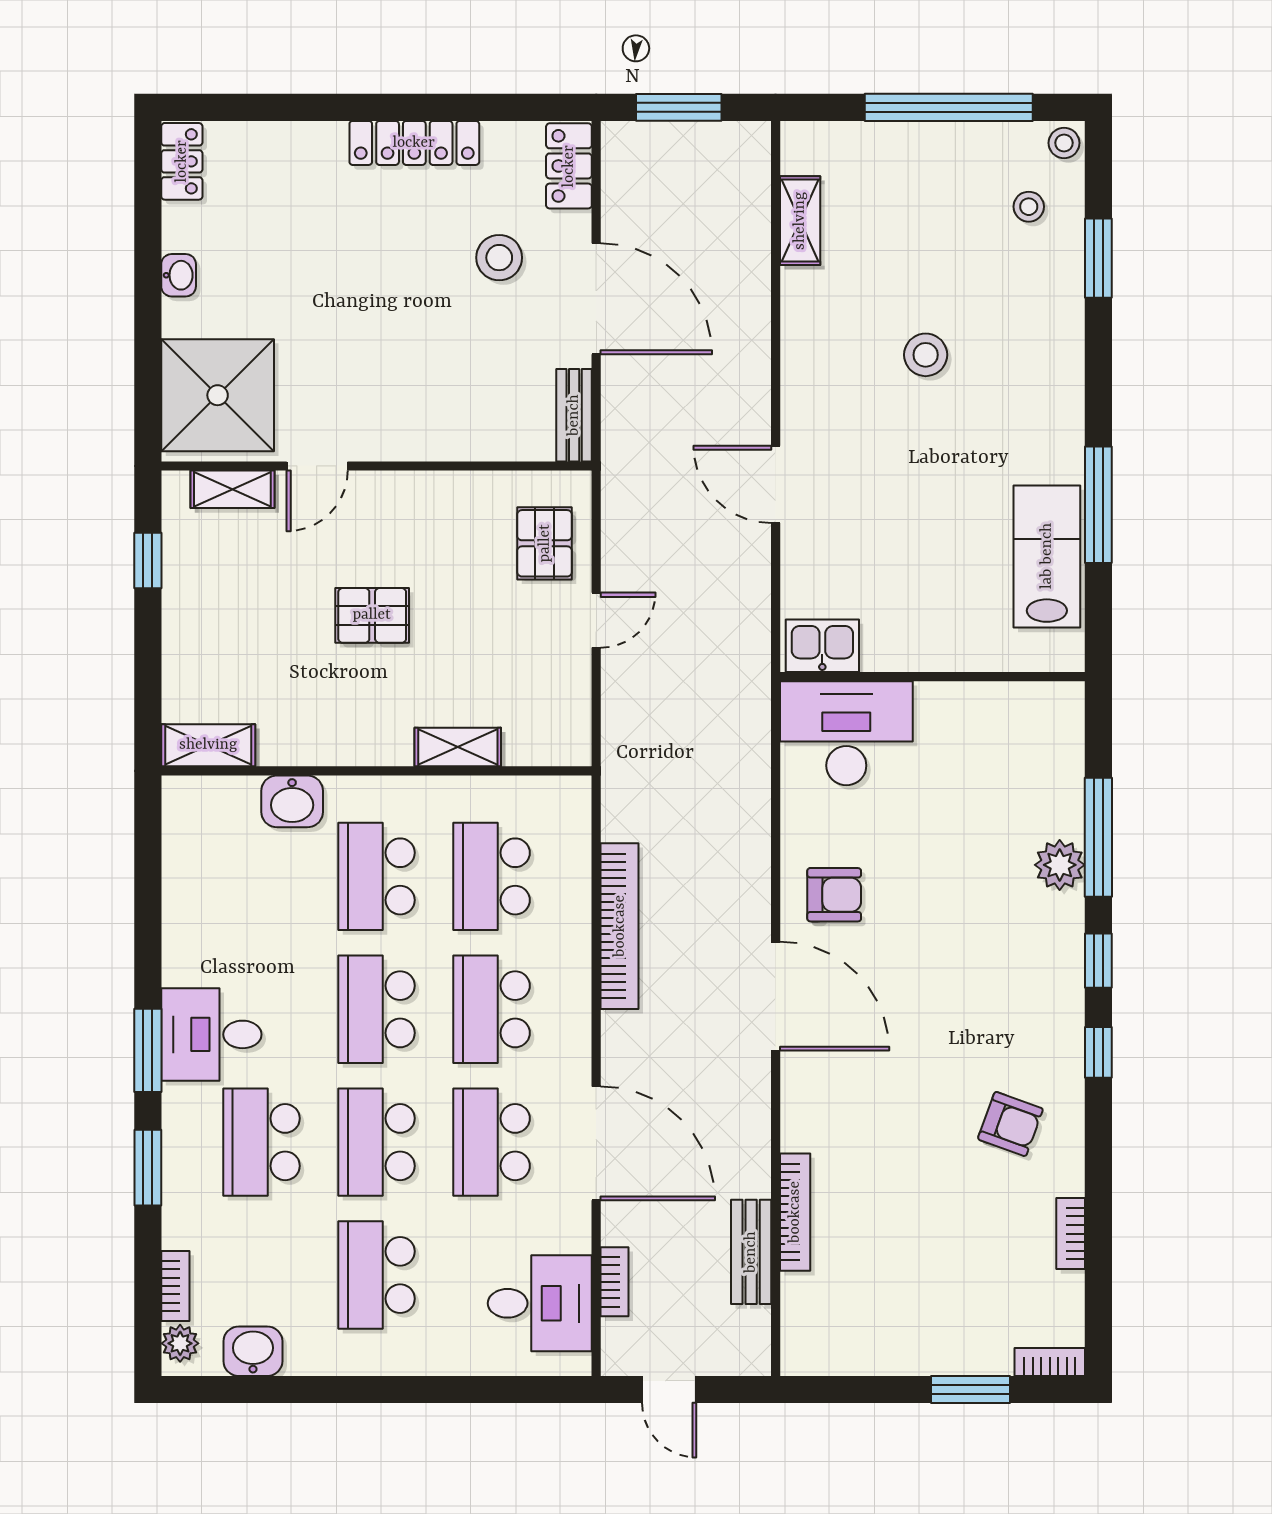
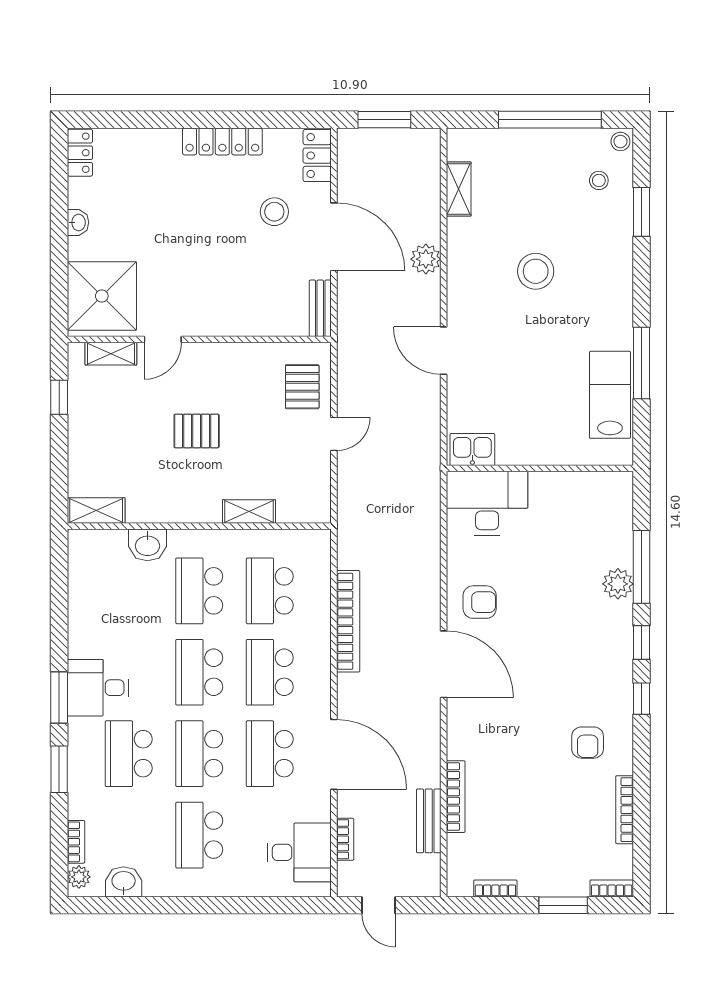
plant: (746, 335) -> (426, 259), added
stool: (926, 355) -> (536, 271), width x1.38, depth x1.38
armchair: (1010, 1124) -> (588, 743), turned 70
bookcase: (1071, 1234) -> (625, 810), width x1.56
bookcase: (860, 1362) -> (495, 888), added

